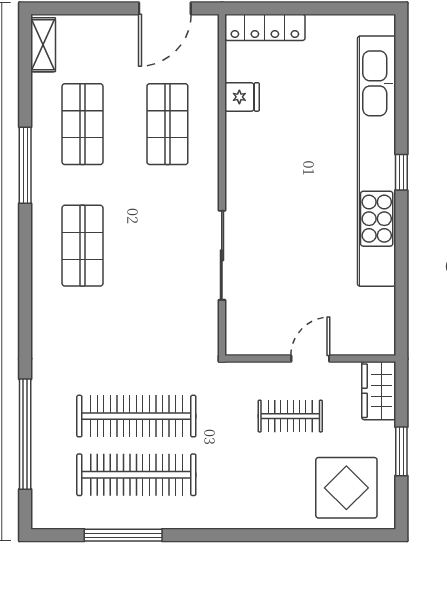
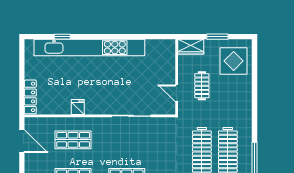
fridge: (242, 97) -> (78, 107), moved
window: (401, 172) -> (62, 37), moved
door: (310, 359) -> (177, 93), moved

